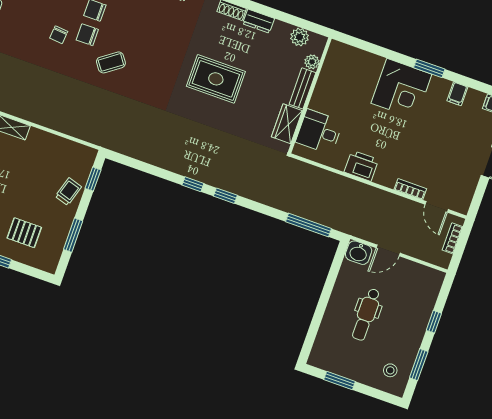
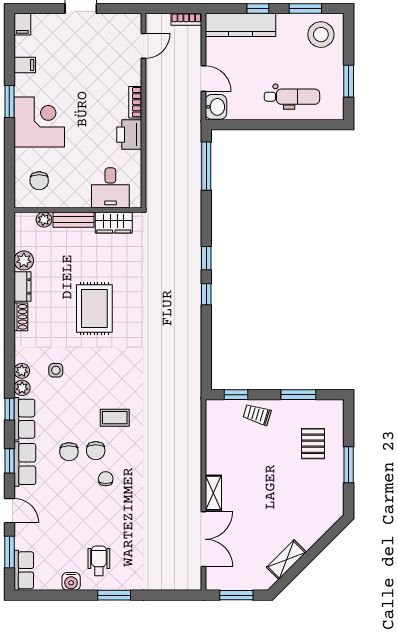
side table: (172, 24) -> (56, 370), added
chair: (59, 35) -> (106, 479), turned -95
plant: (300, 37) -> (24, 260), moved
coffee table: (111, 62) -> (115, 418), turned -54
chair: (348, 70) -> (39, 181), added
bookcase: (410, 189) -> (135, 102), moved
bookcase: (452, 238) -> (186, 19), moved
kitchen counter: (425, 301) -> (240, 25), added
dental chair: (366, 314) -> (292, 97), moved
stool: (390, 370) -> (321, 35), width x1.89, depth x1.89

